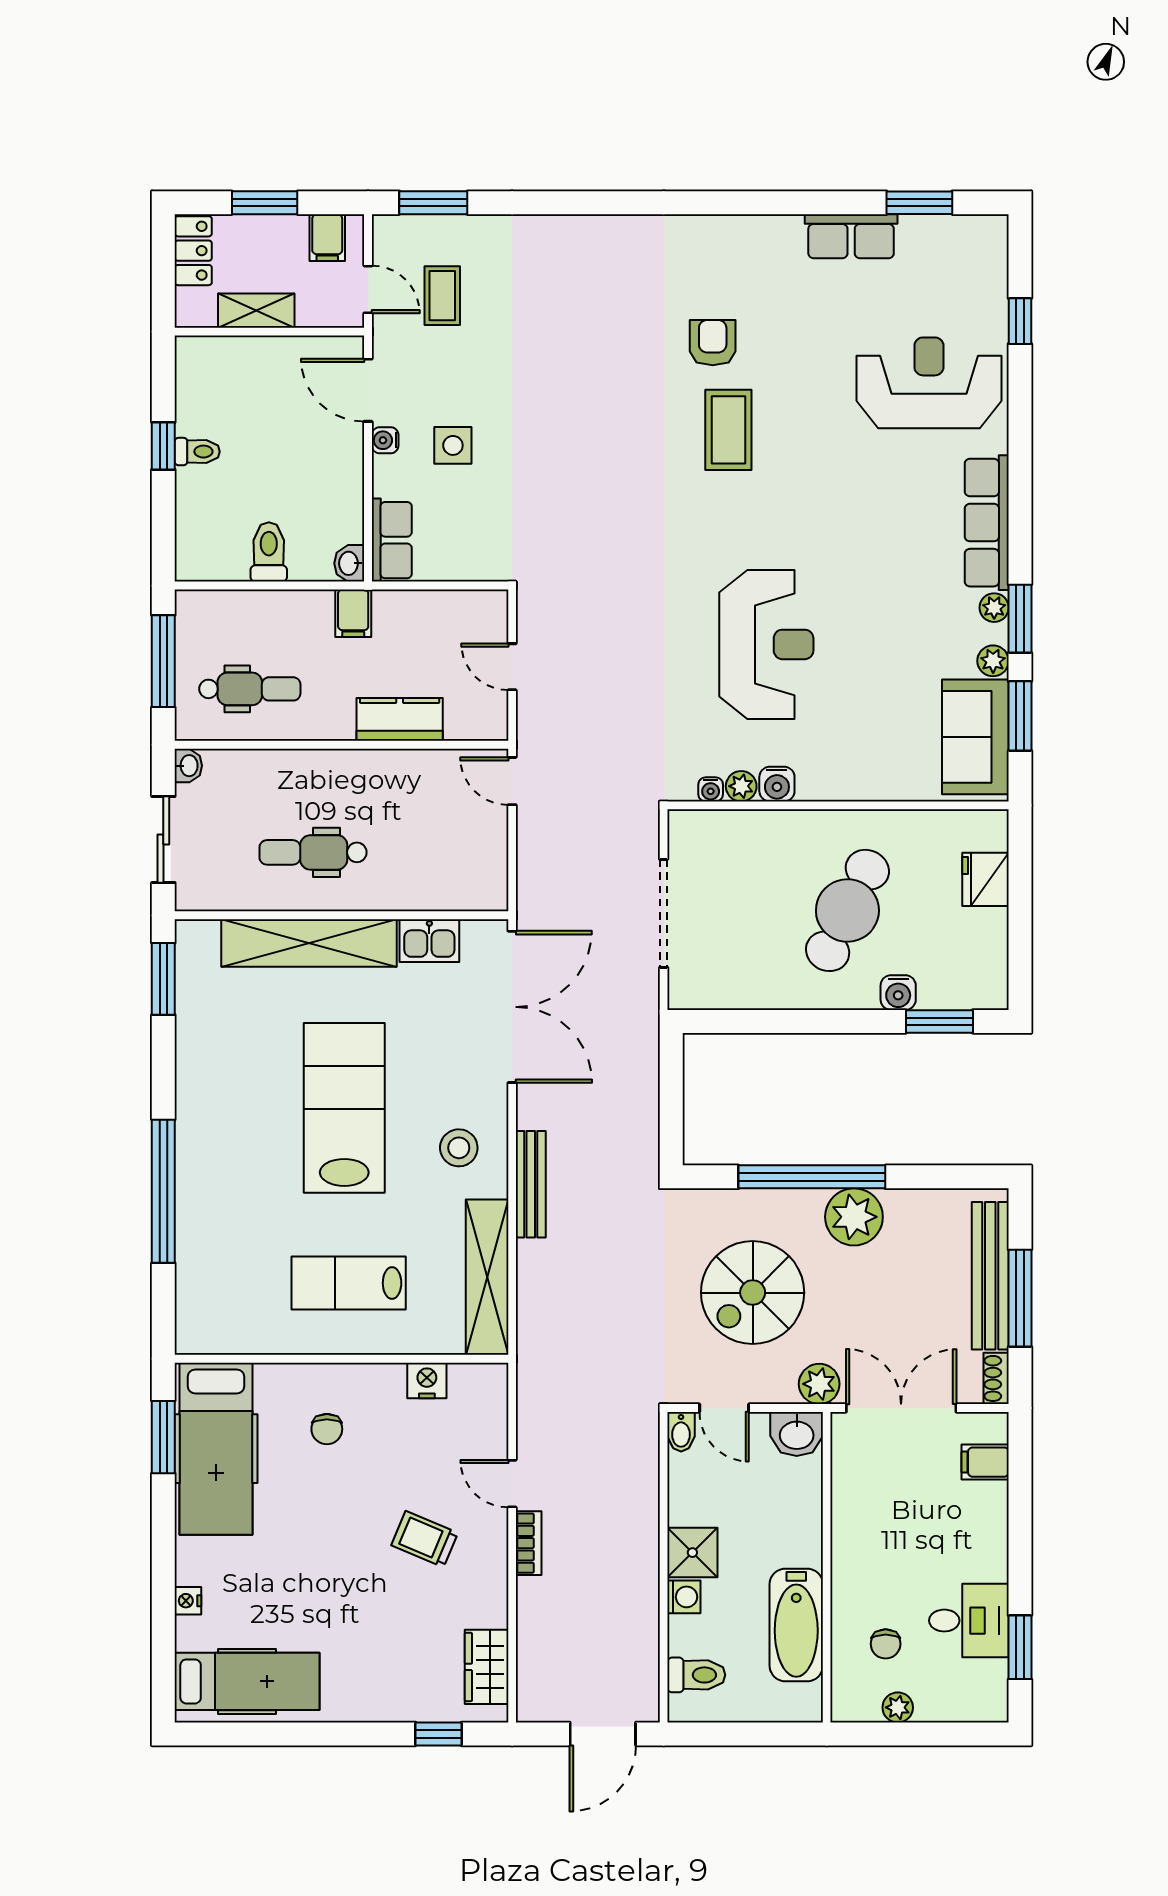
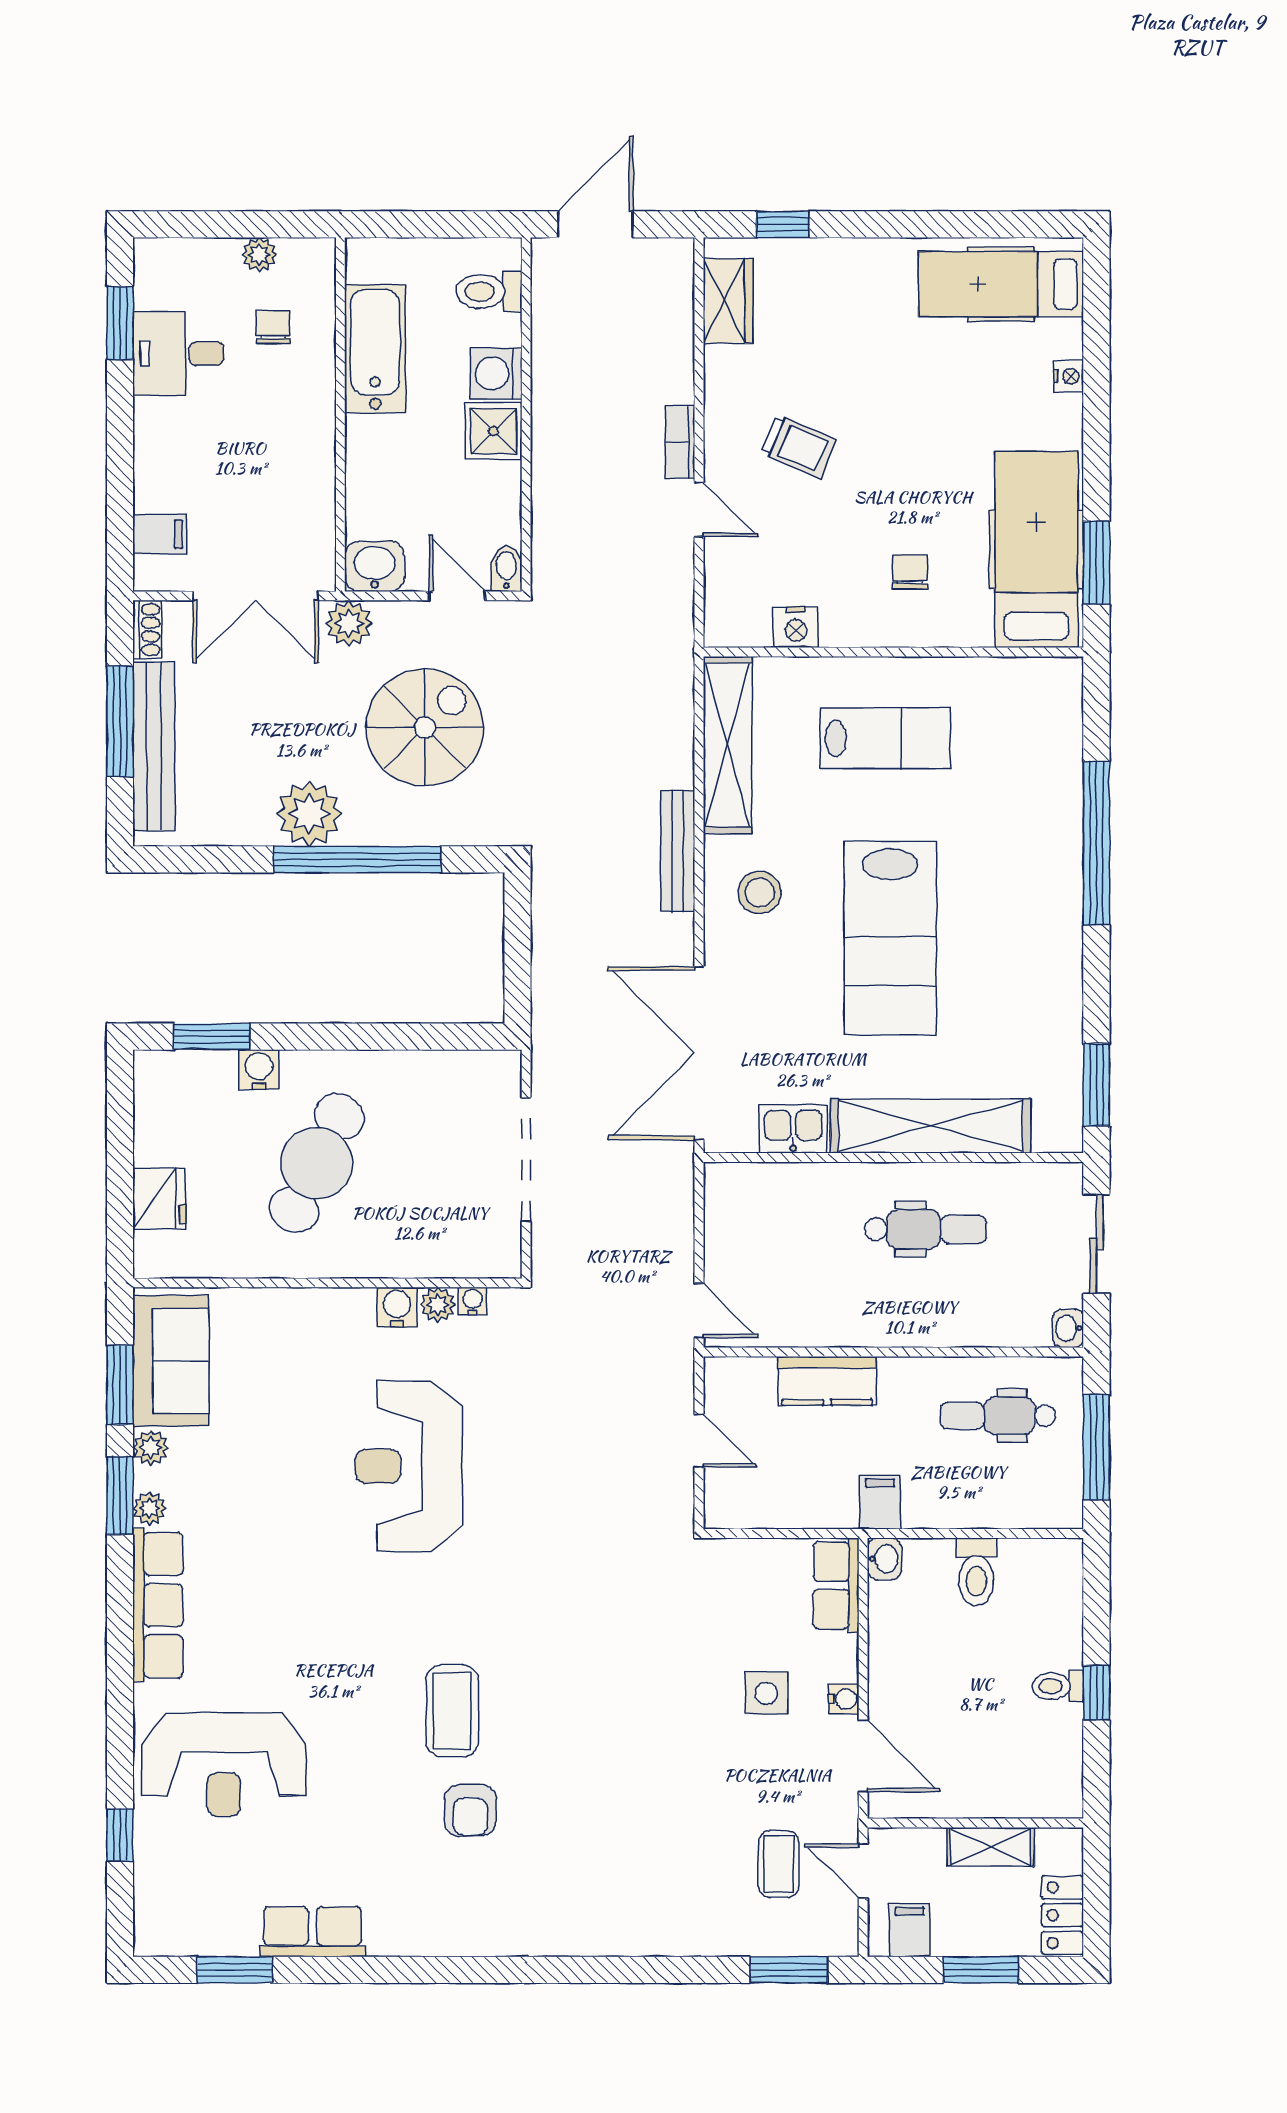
washing machine: (684, 1597) -> (496, 373), width x1.38, depth x1.38

